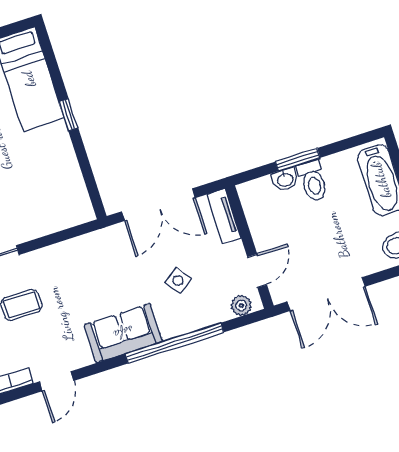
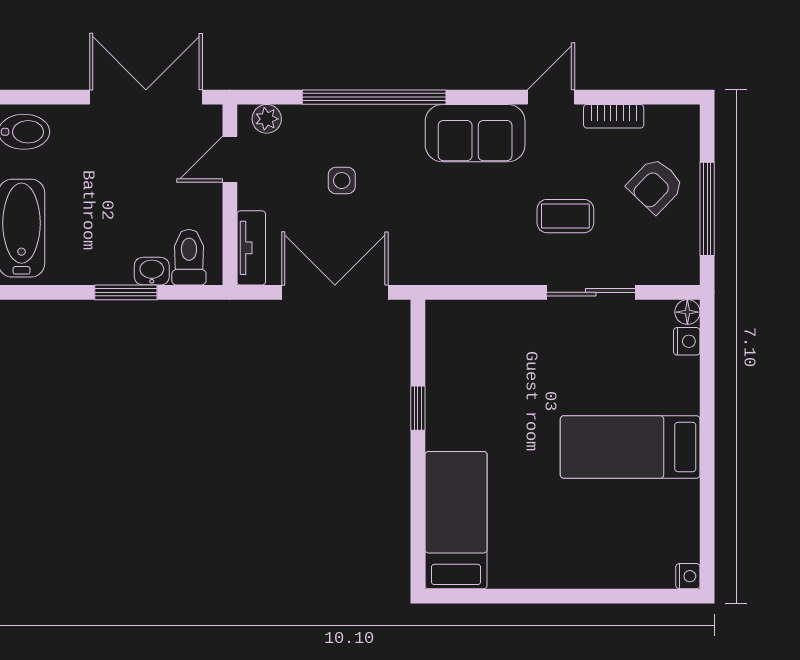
window: (69, 115) -> (418, 408), moved
toilet: (313, 181) -> (189, 257), moved
side table: (178, 281) -> (342, 181), turned 36
sofa: (123, 333) -> (475, 133), moved

